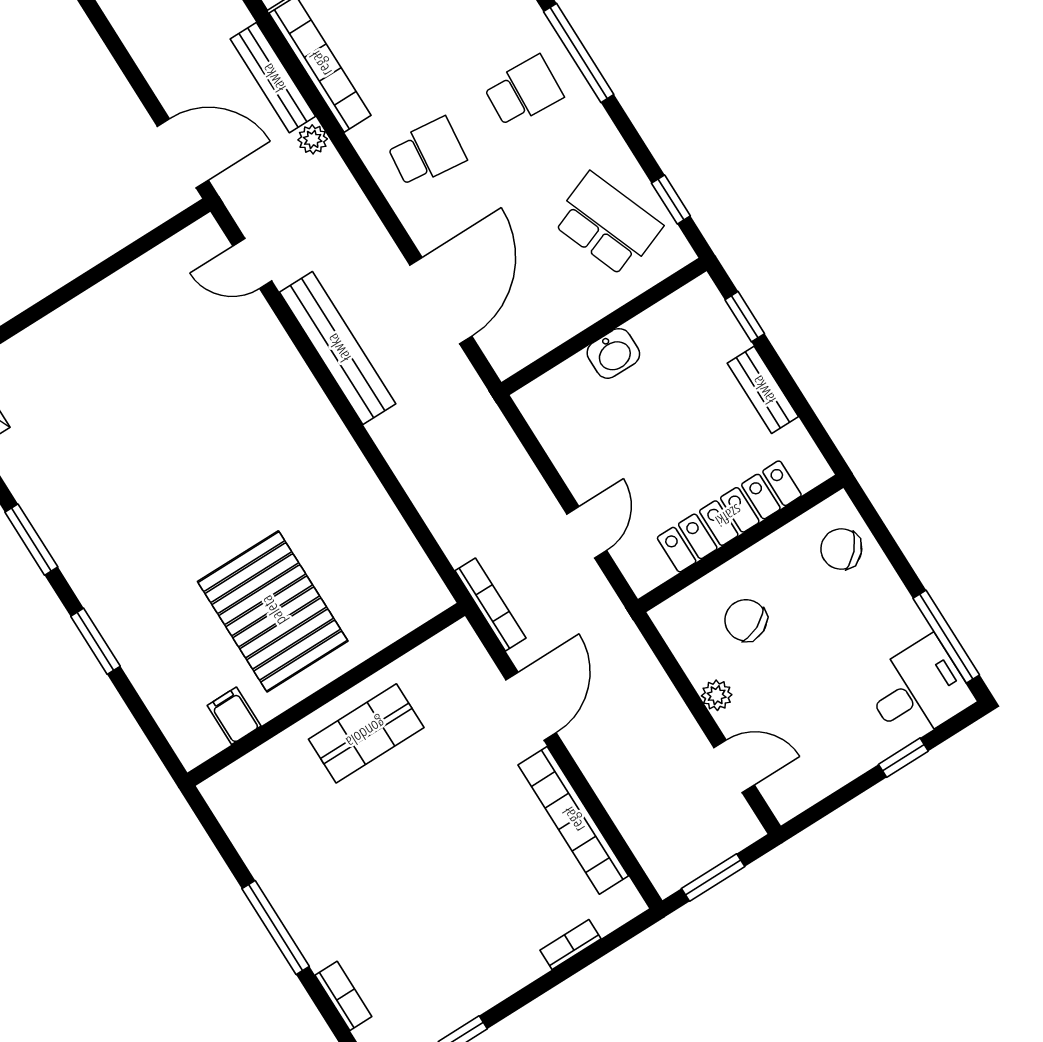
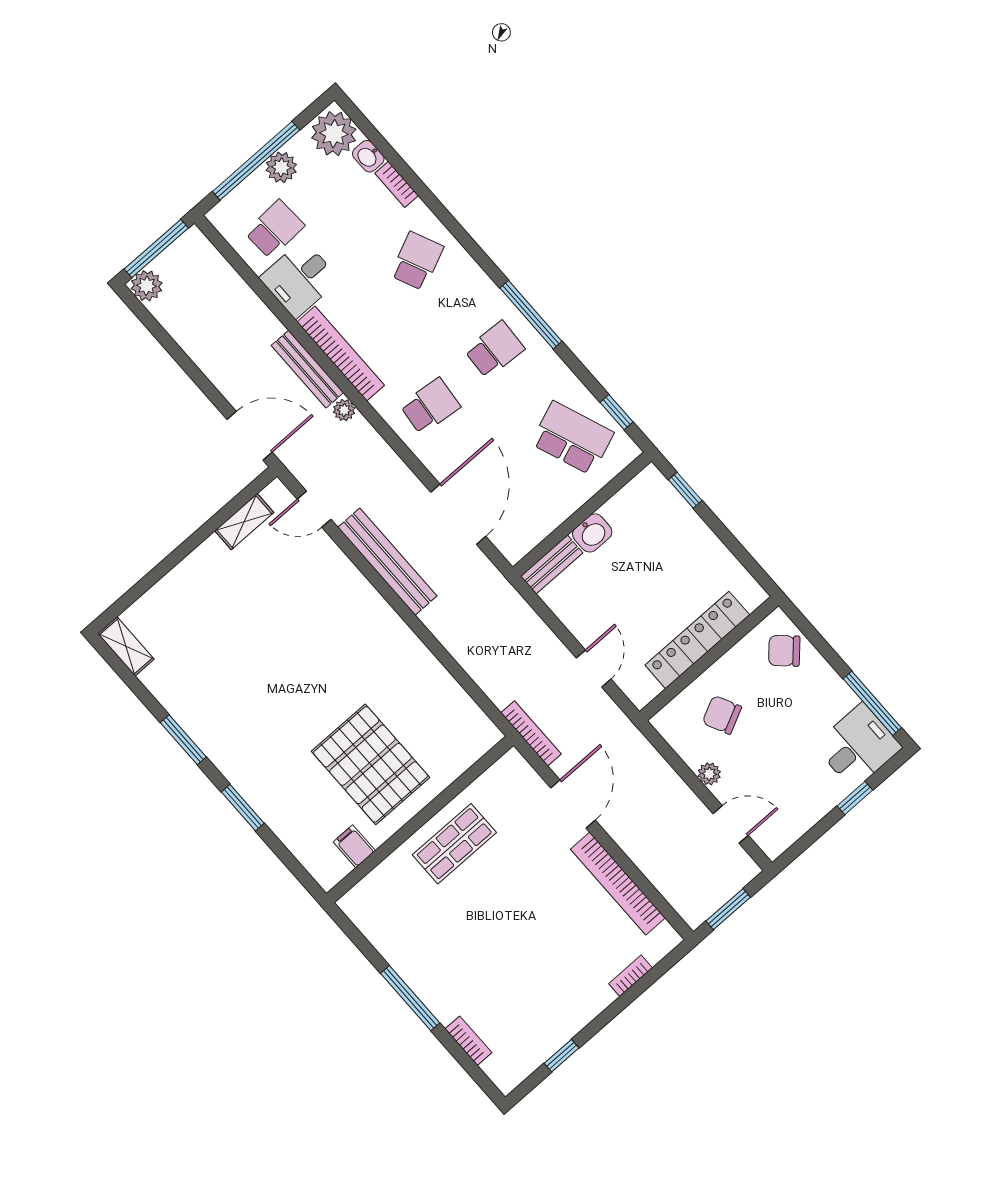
shelving: (158, 265) -> (244, 522), added
bench: (763, 390) -> (552, 565), moved, turned 90

